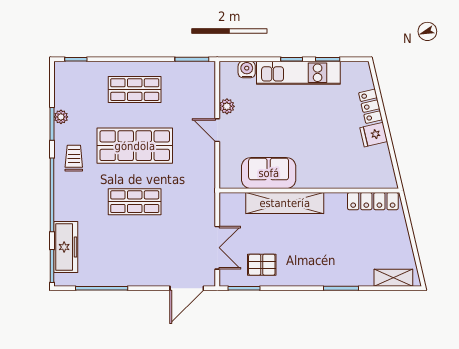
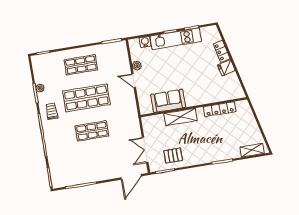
locker: (373, 201) -> (220, 109), moved
shelving: (285, 203) -> (181, 117), width x0.68
freezer: (66, 247) -> (56, 164), removed
double door: (217, 248) -> (145, 150), swing flipped

